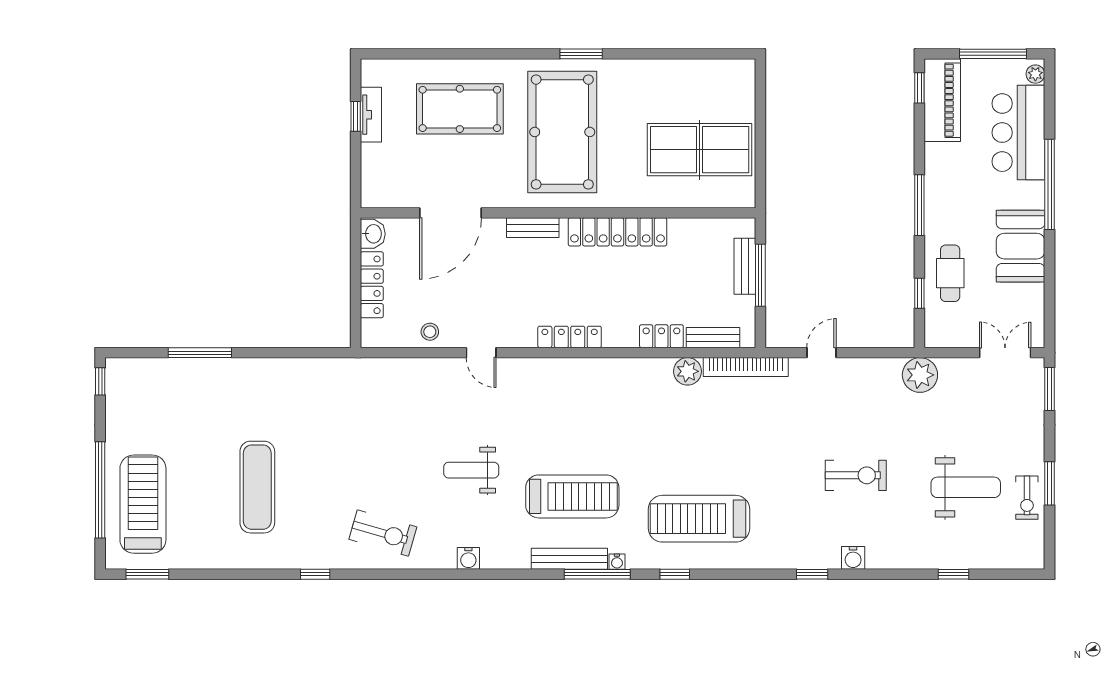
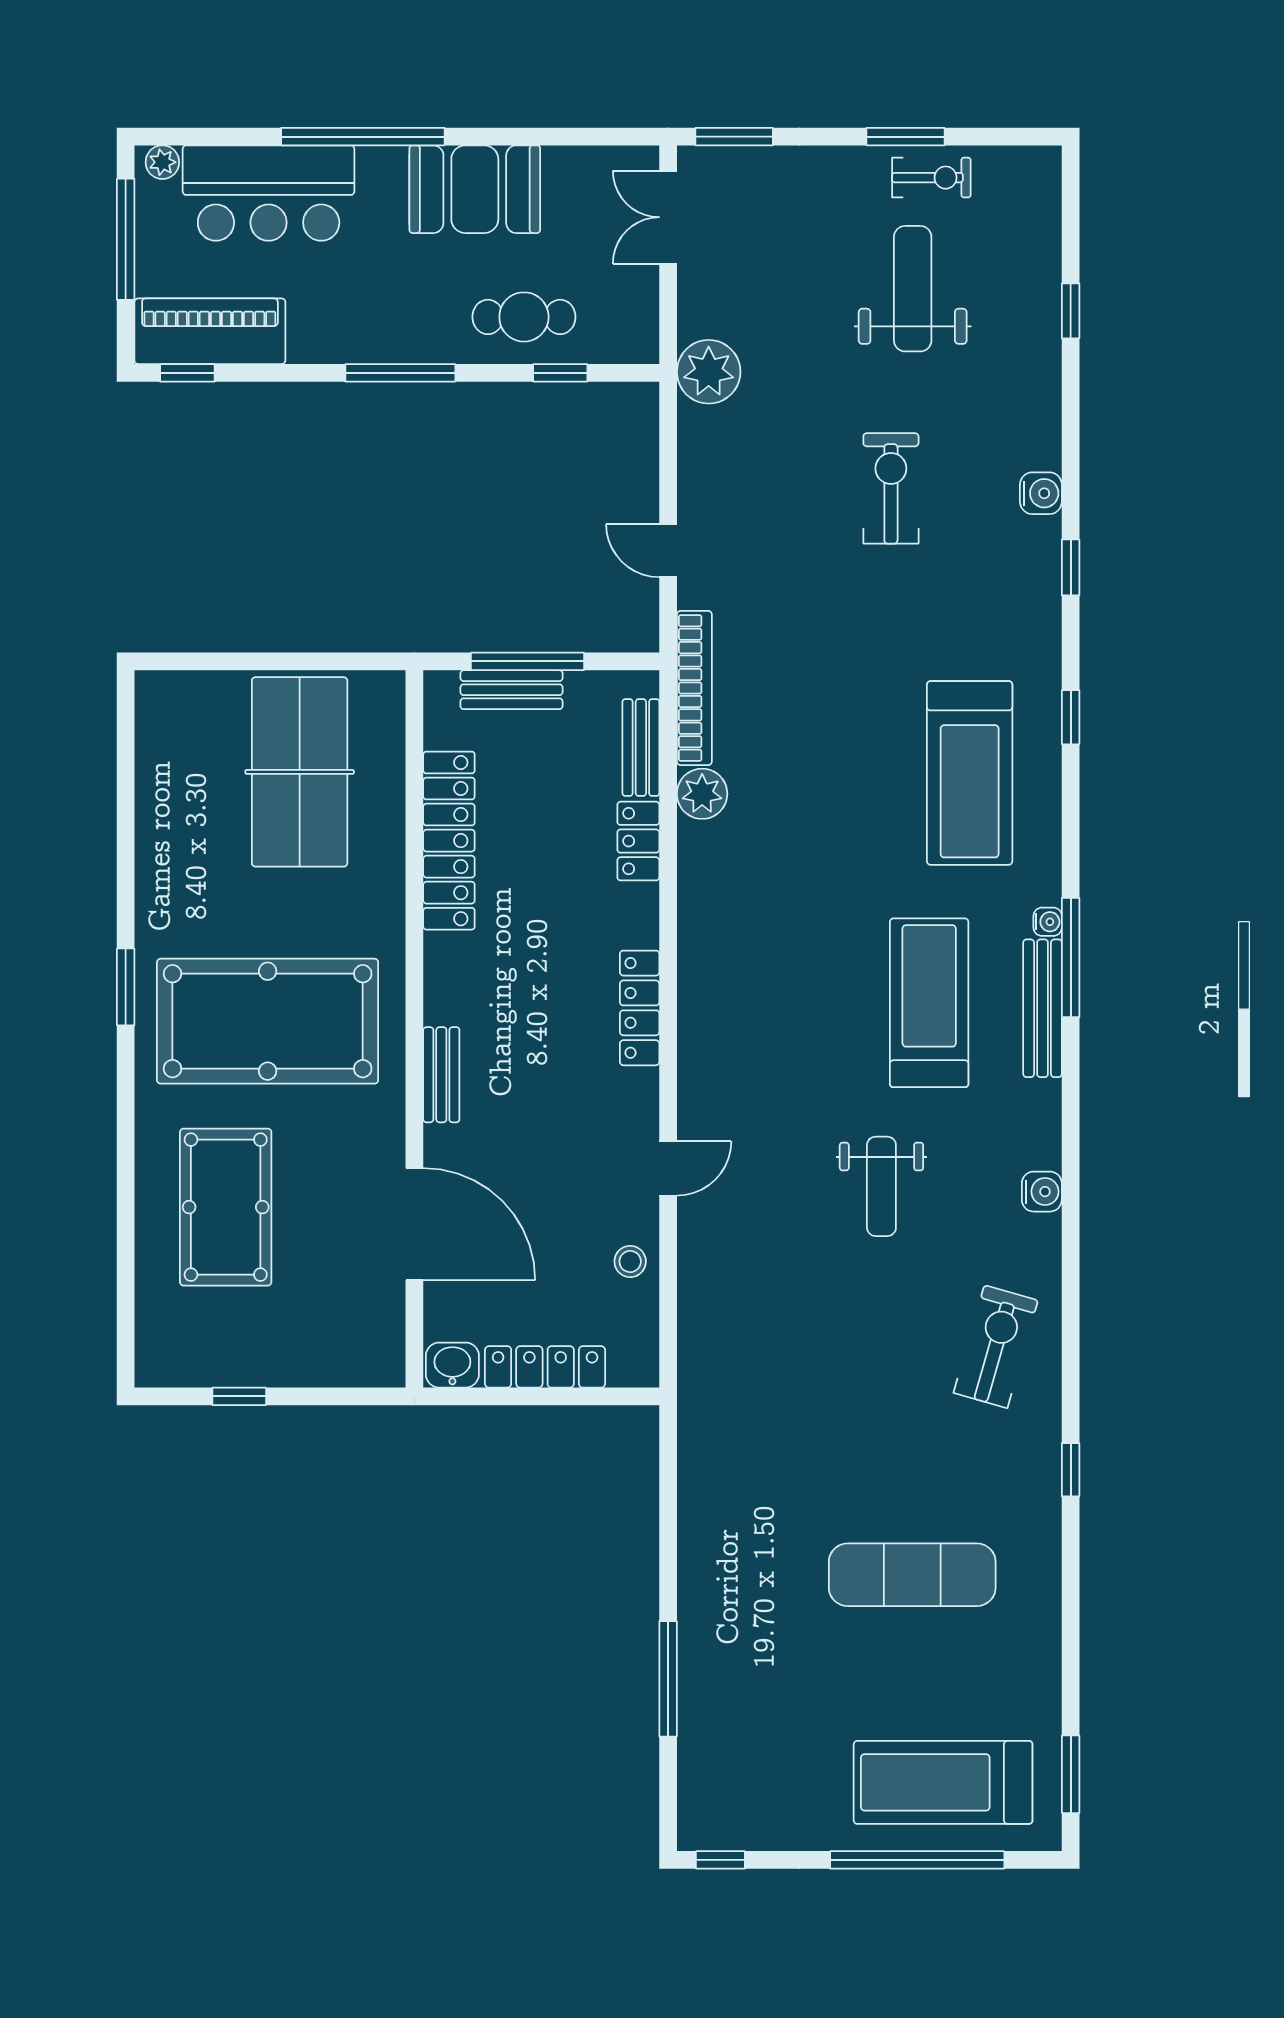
tv unit: (371, 115) -> (236, 1369), removed
locker: (617, 232) -> (449, 841), moved
window: (675, 574) -> (1071, 717), moved

